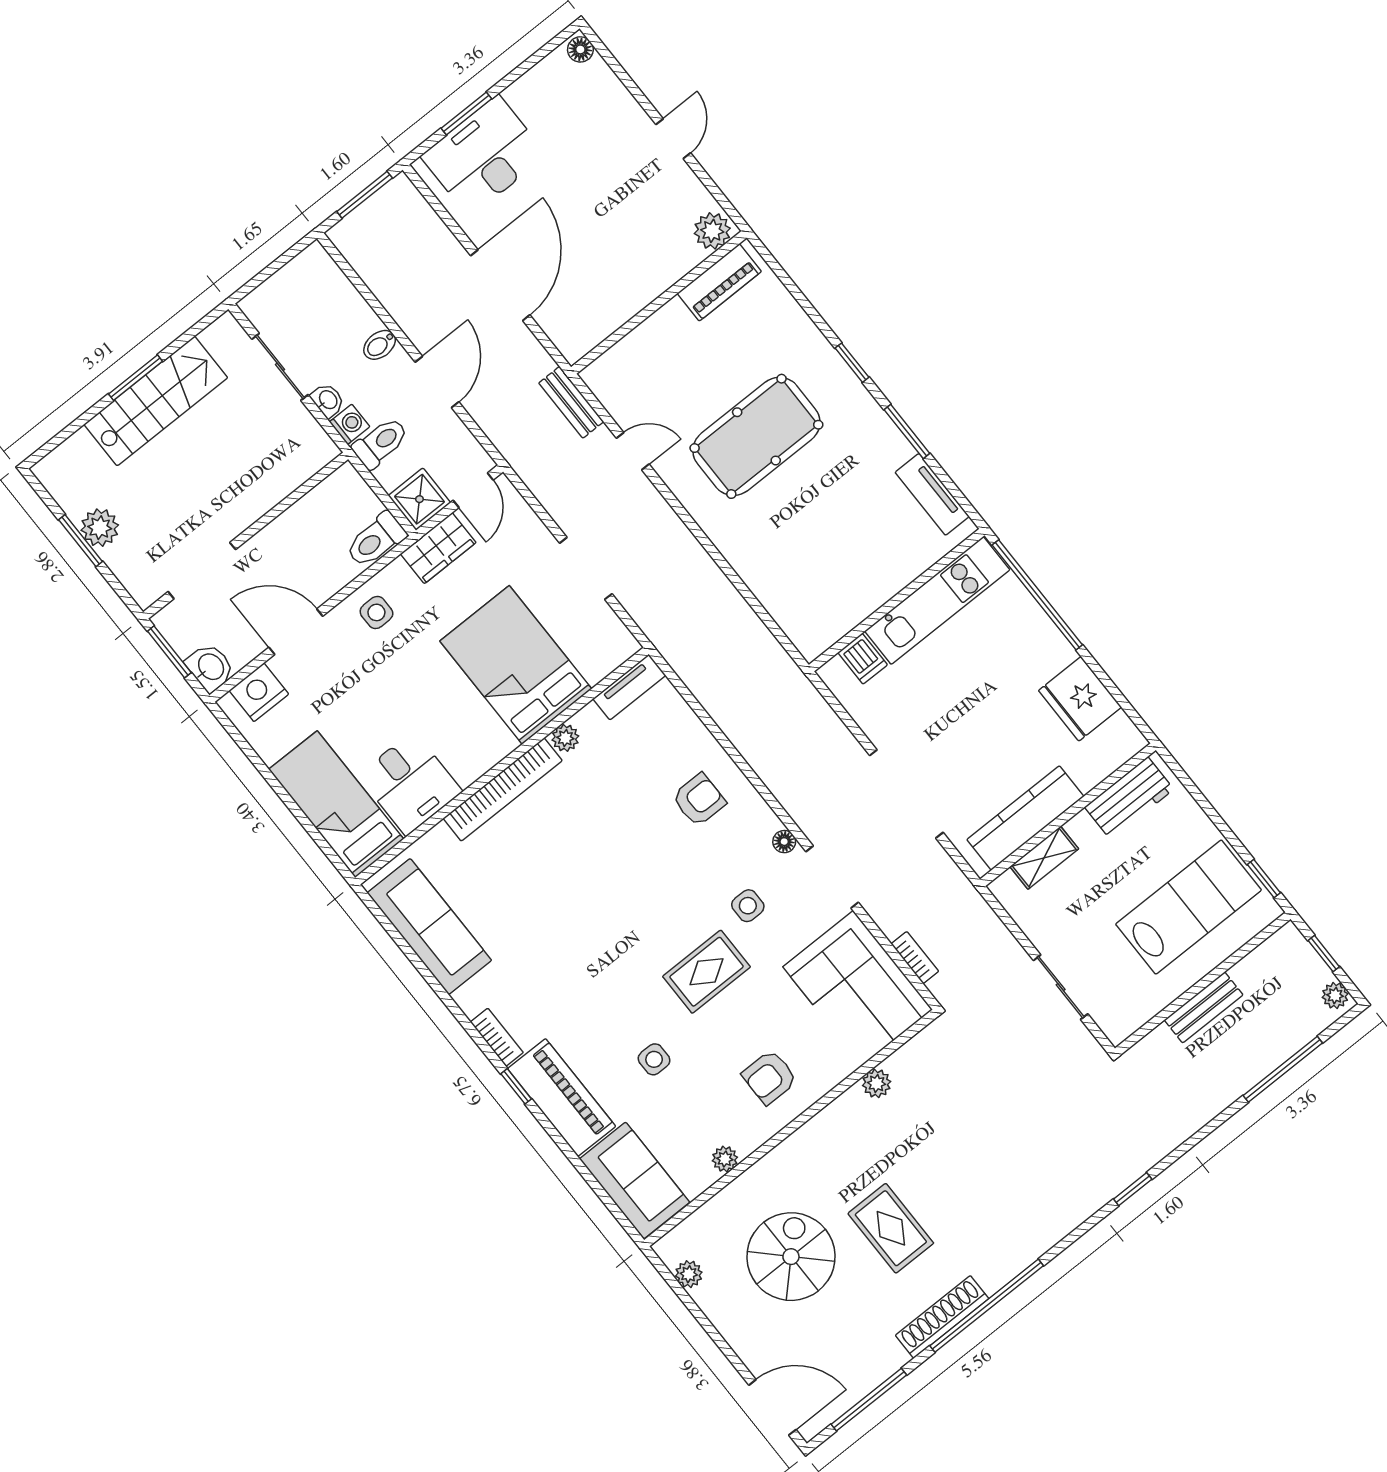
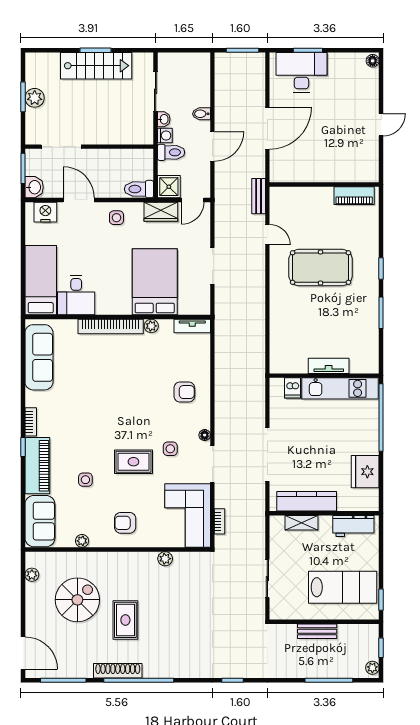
plant: (712, 231) -> (367, 173), removed
tv unit: (932, 494) -> (329, 366), moved, turned 90

